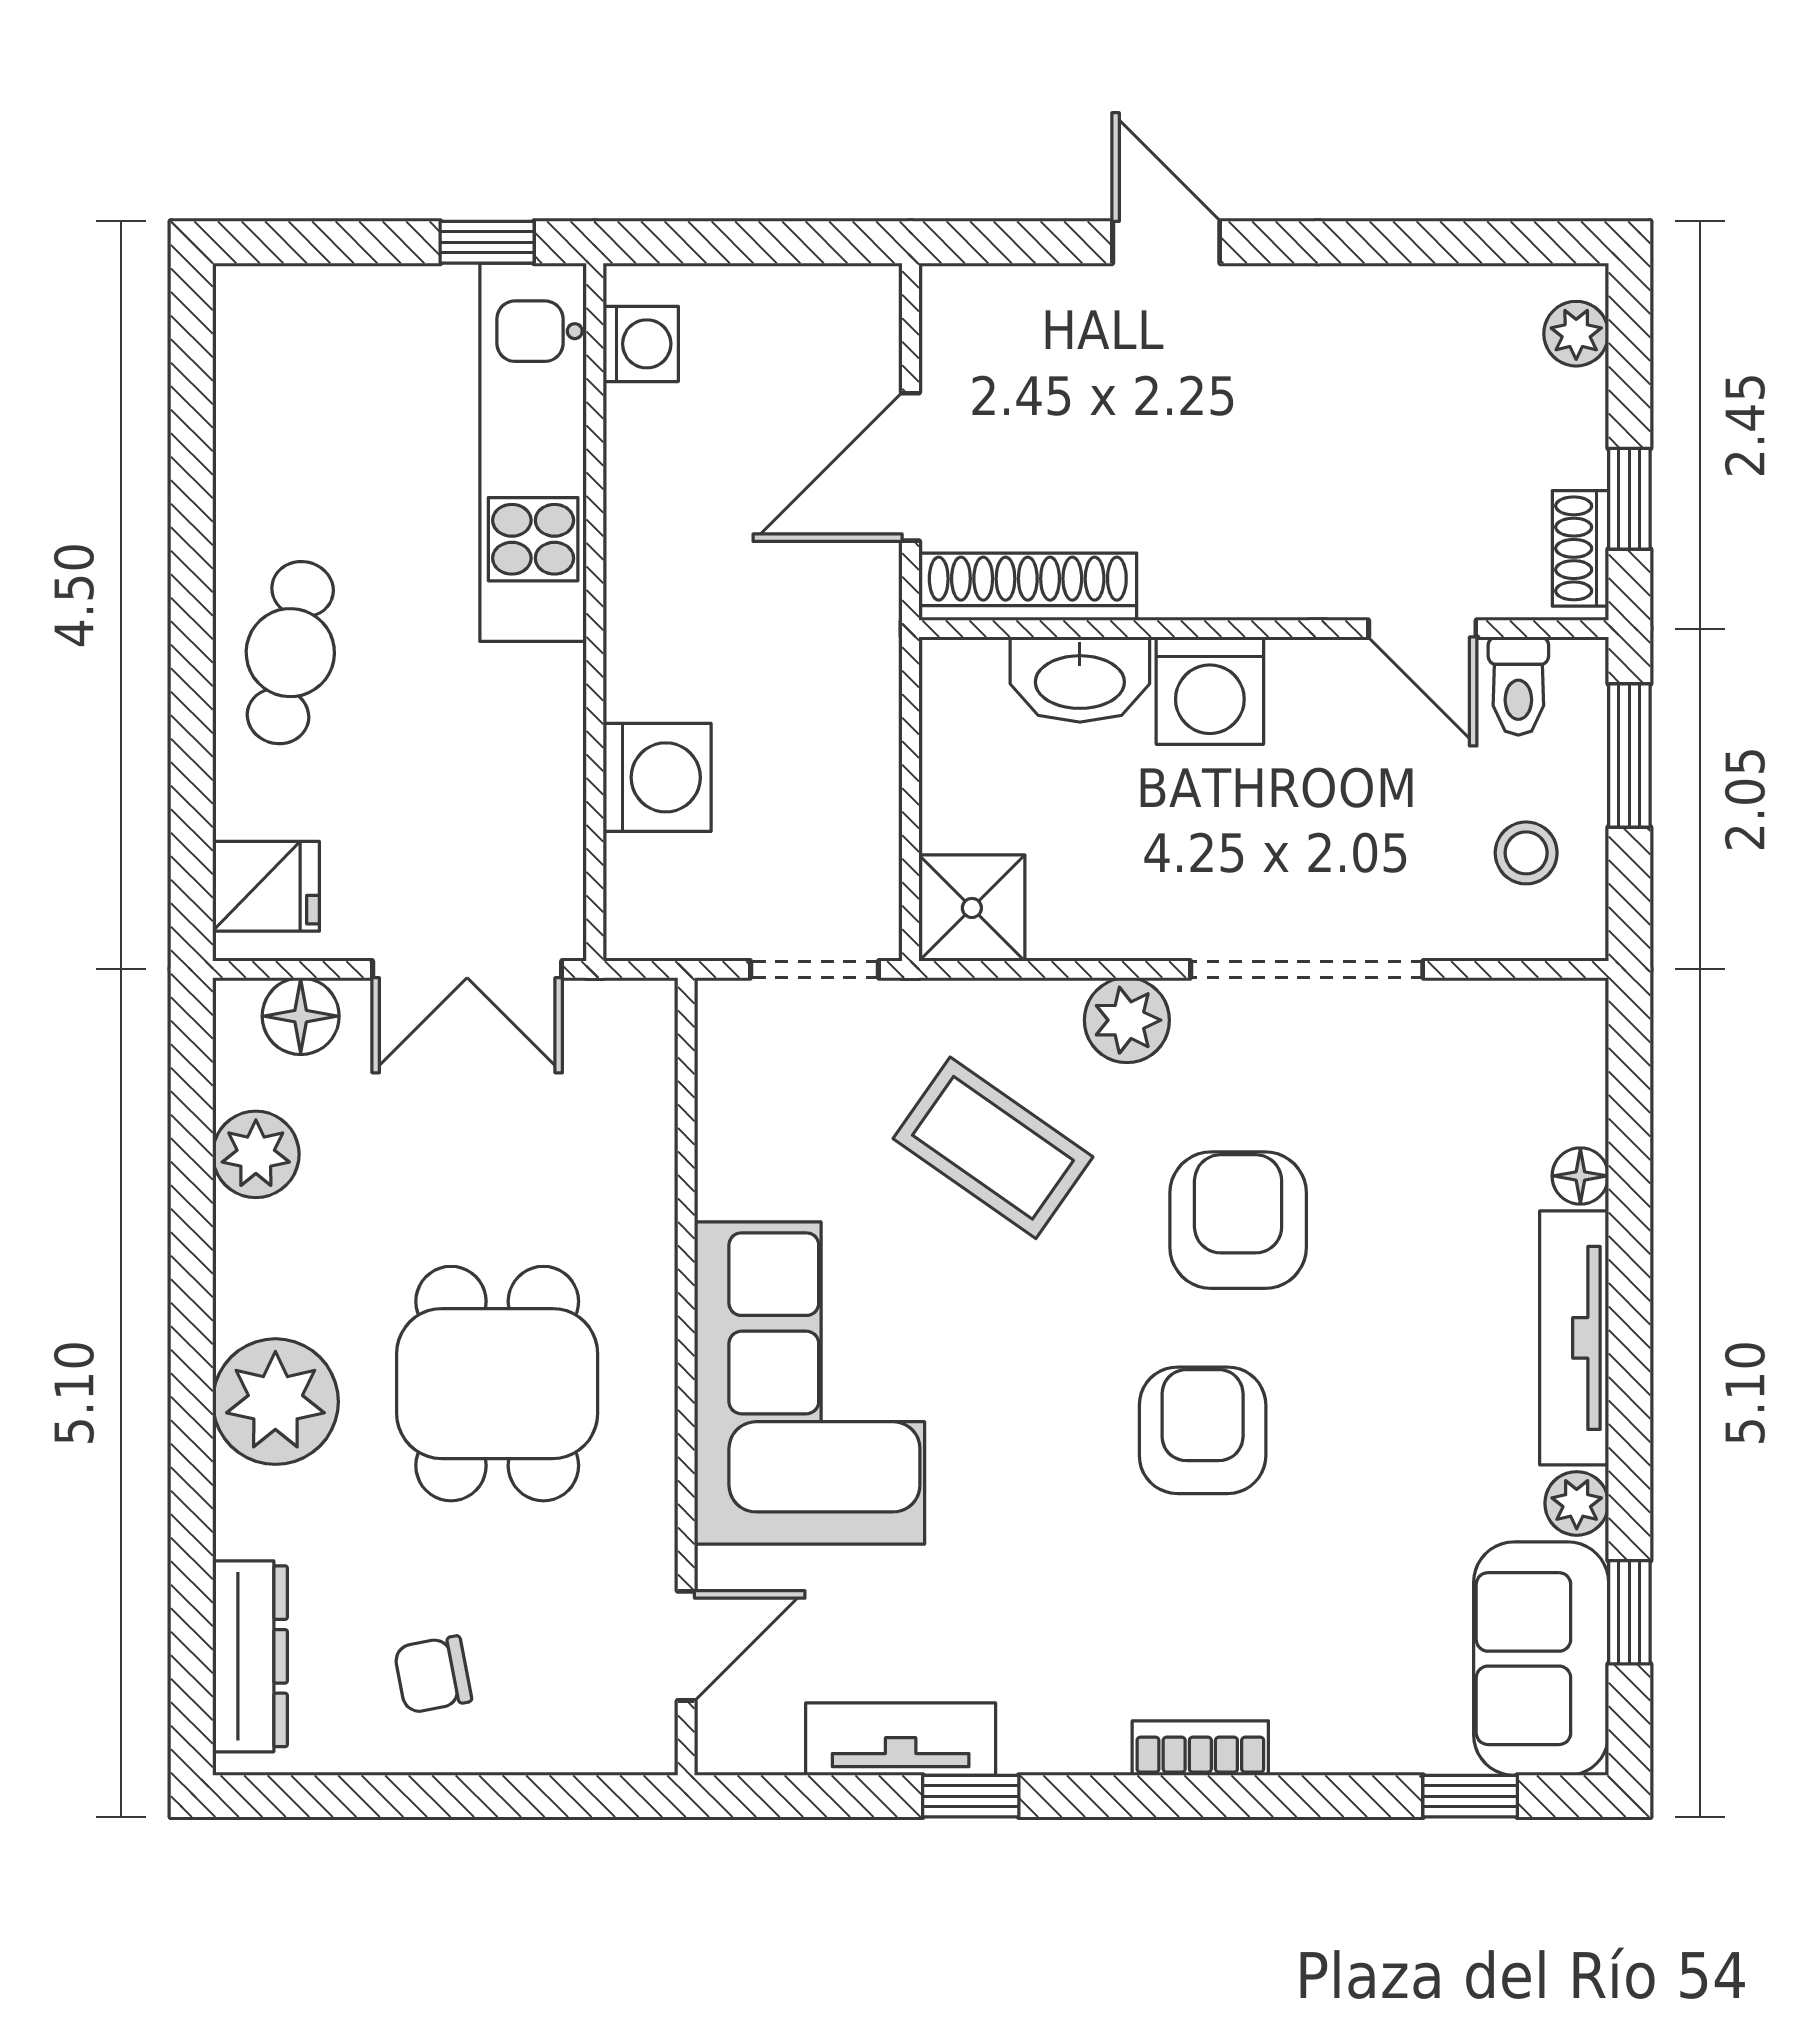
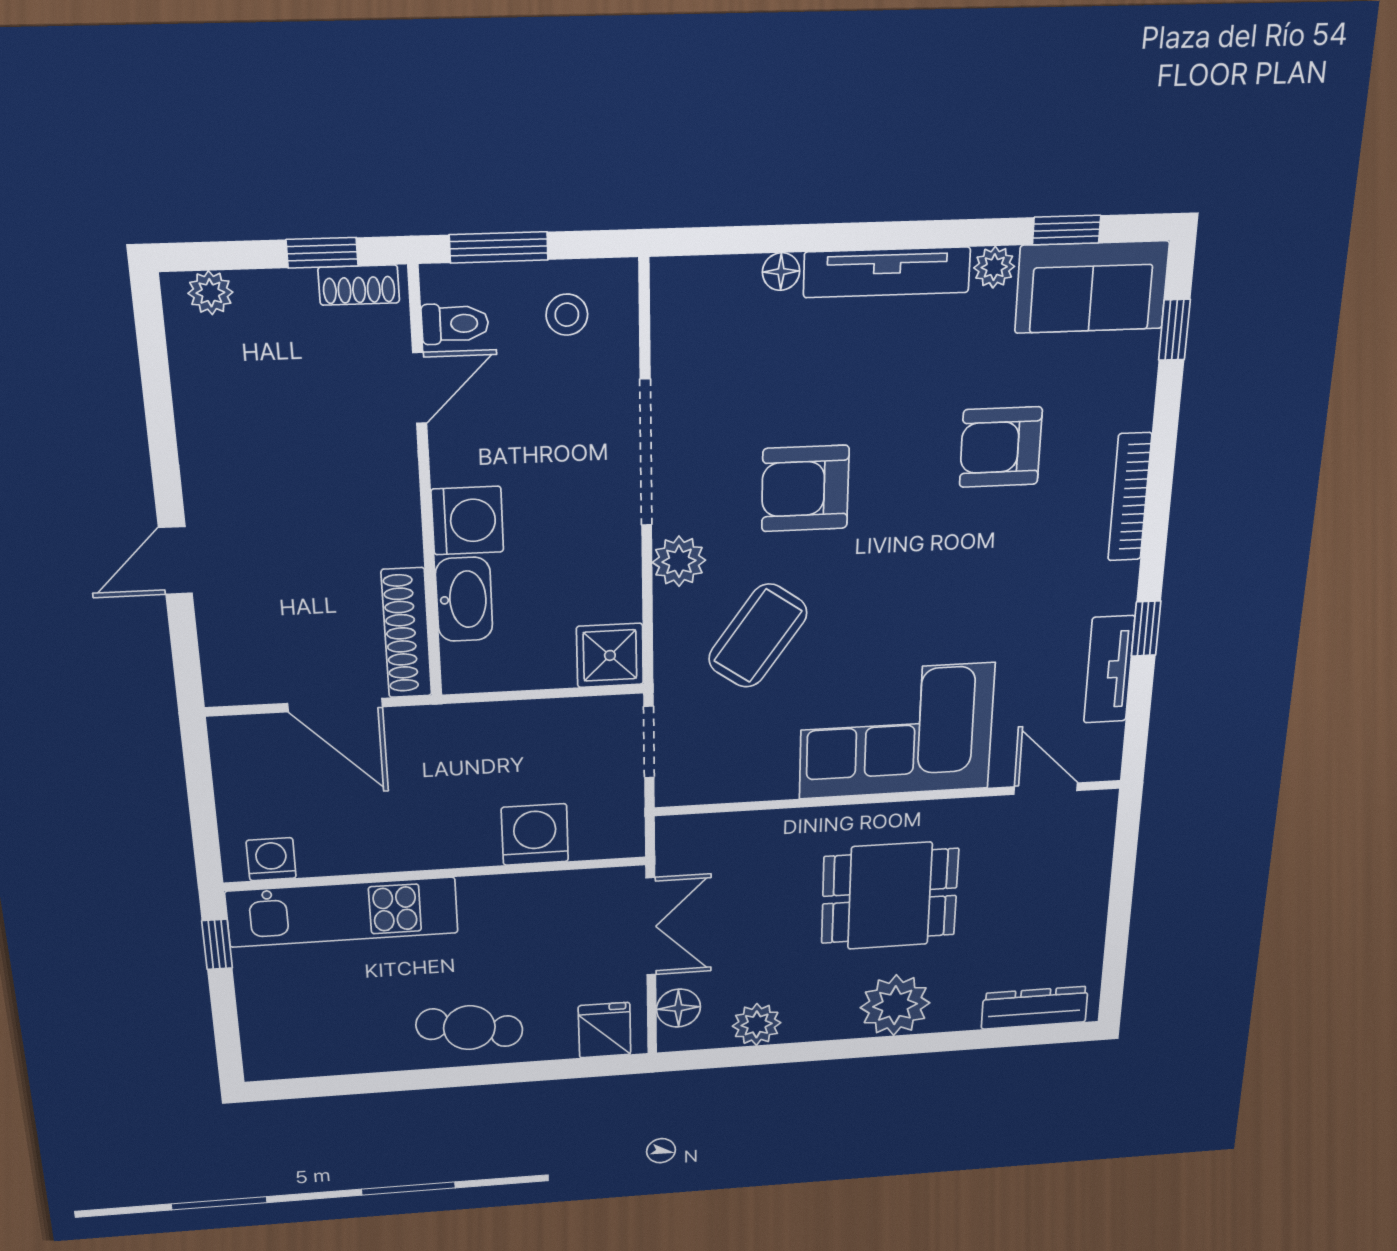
armchair: (1203, 1430) -> (1001, 447), moved
chair: (433, 1675) -> (1052, 918), removed
bookcase: (1200, 1748) -> (1130, 497), width x1.56

